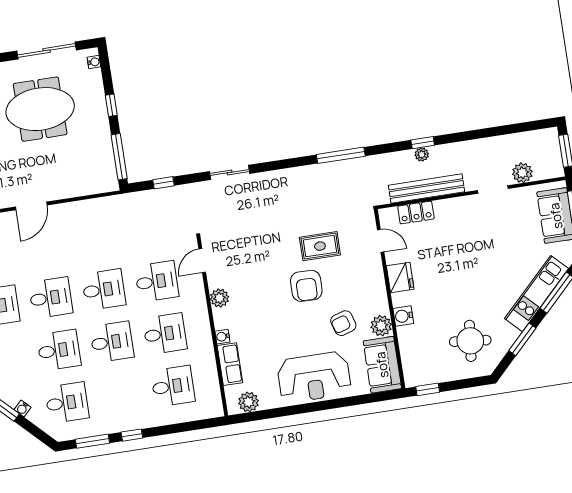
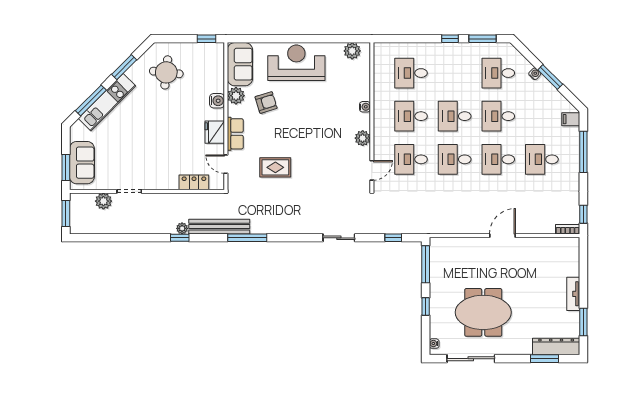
bench: (427, 189) -> (219, 227), moved
armchair: (306, 286) -> (291, 137), removed
row of seats: (230, 364) -> (235, 134), moved, turned 180

